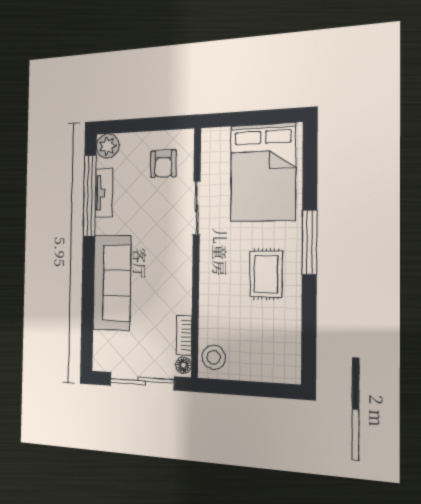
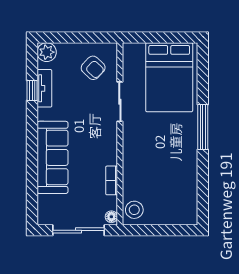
armchair: (163, 164) -> (93, 68), turned -47
window: (90, 196) -> (32, 90), width x0.32
rug: (266, 274) -> (172, 149), removed
bookcase: (184, 335) -> (112, 180), moved

